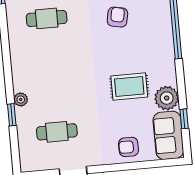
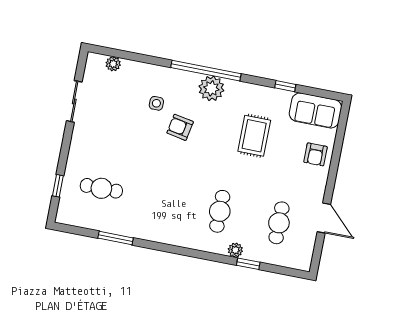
cafe table: (47, 18) -> (220, 211), moved
plant: (167, 98) -> (211, 88), moved
window: (184, 119) -> (285, 86), moved

